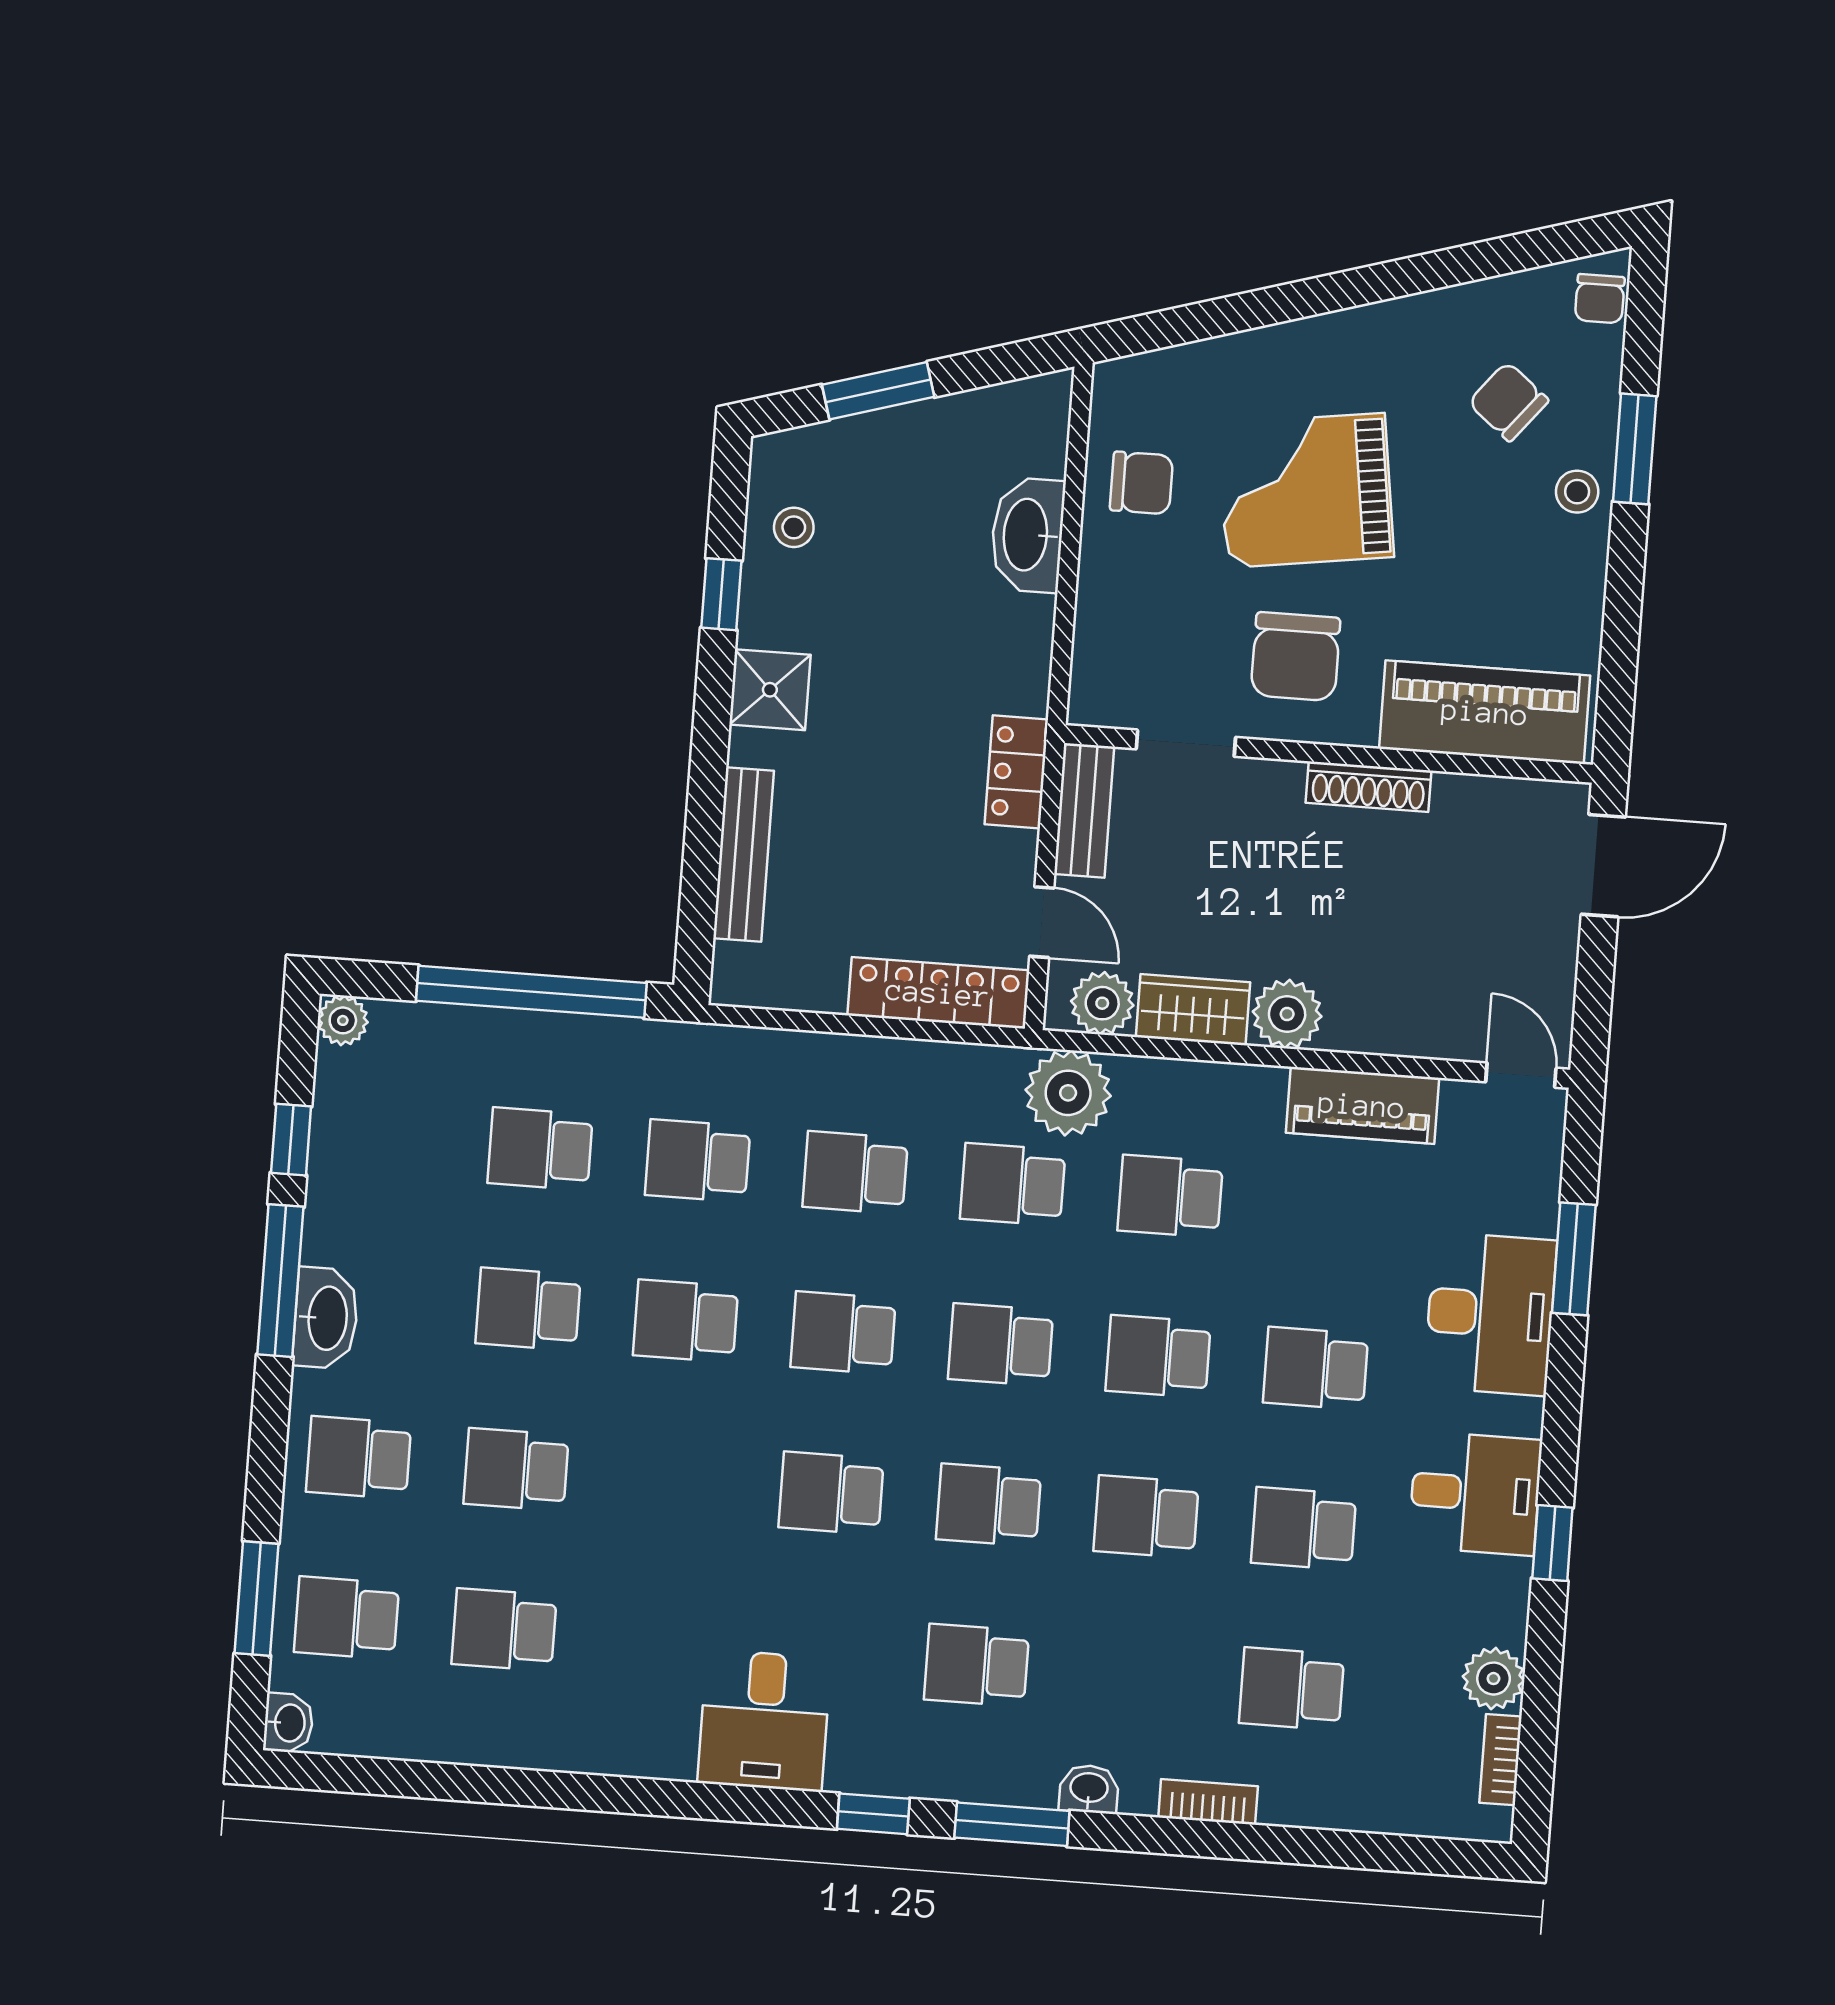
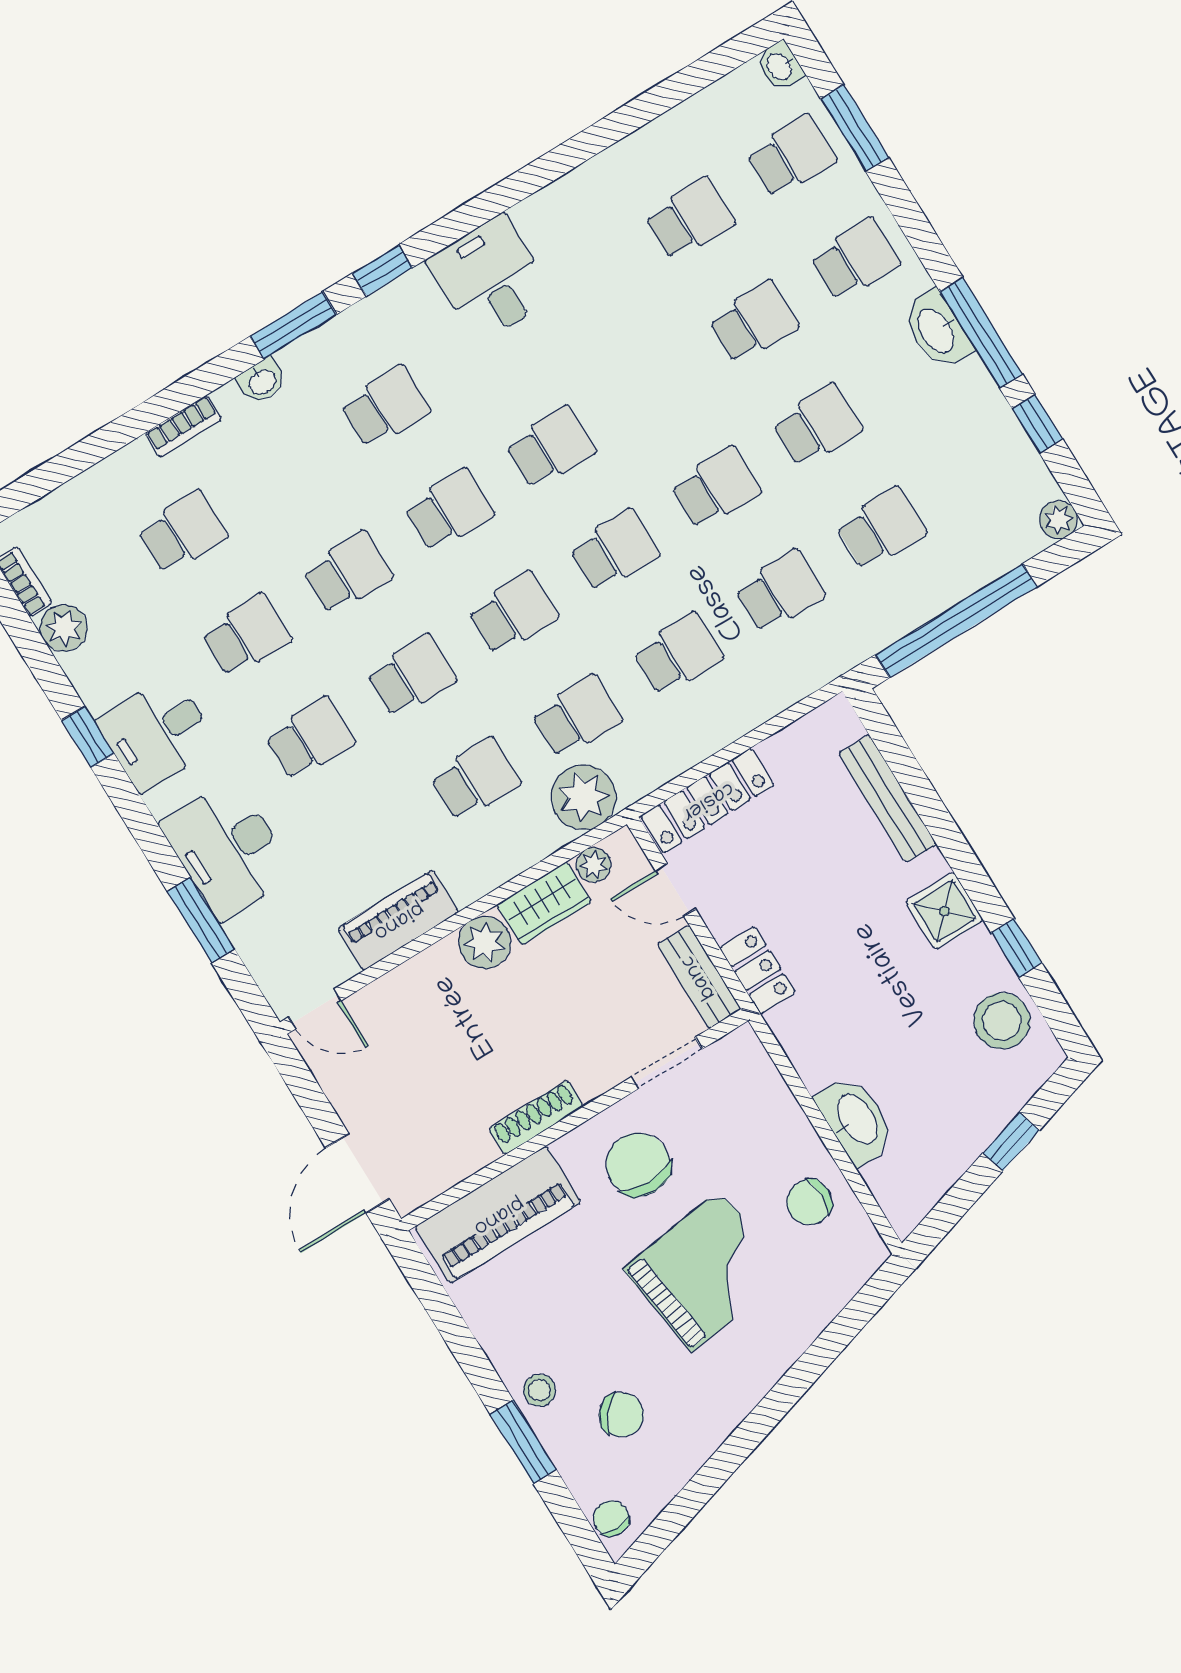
window: (878, 391) -> (1011, 1142), width x0.67
stool: (794, 527) -> (1002, 1021), width x1.89, depth x1.89
plant: (1102, 1003) -> (594, 865), width x0.73, depth x0.73

